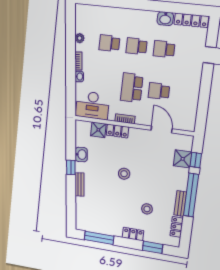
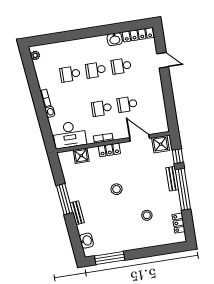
plant: (80, 38) -> (35, 55), moved
school desk: (132, 88) -> (102, 108), width x0.54
locker: (118, 131) -> (109, 150), moved
washbasin: (81, 155) -> (86, 241), moved
shower: (183, 159) -> (161, 144), moved
window: (71, 167) -> (64, 199), width x2.17
bench: (180, 204) -> (172, 179), moved
locker: (133, 234) -> (141, 243), removed
window: (153, 247) -> (162, 250), removed

